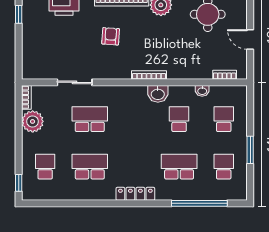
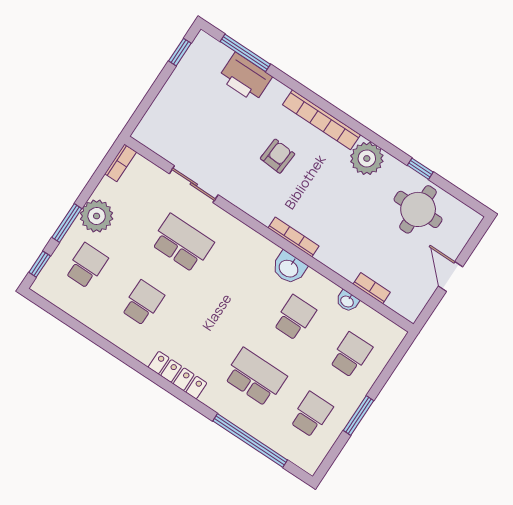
bookcase: (225, 75) -> (372, 288), moved
plant: (33, 121) -> (97, 216), moved
window: (19, 150) -> (67, 223), added
school desk: (90, 167) -> (143, 303), width x0.54

